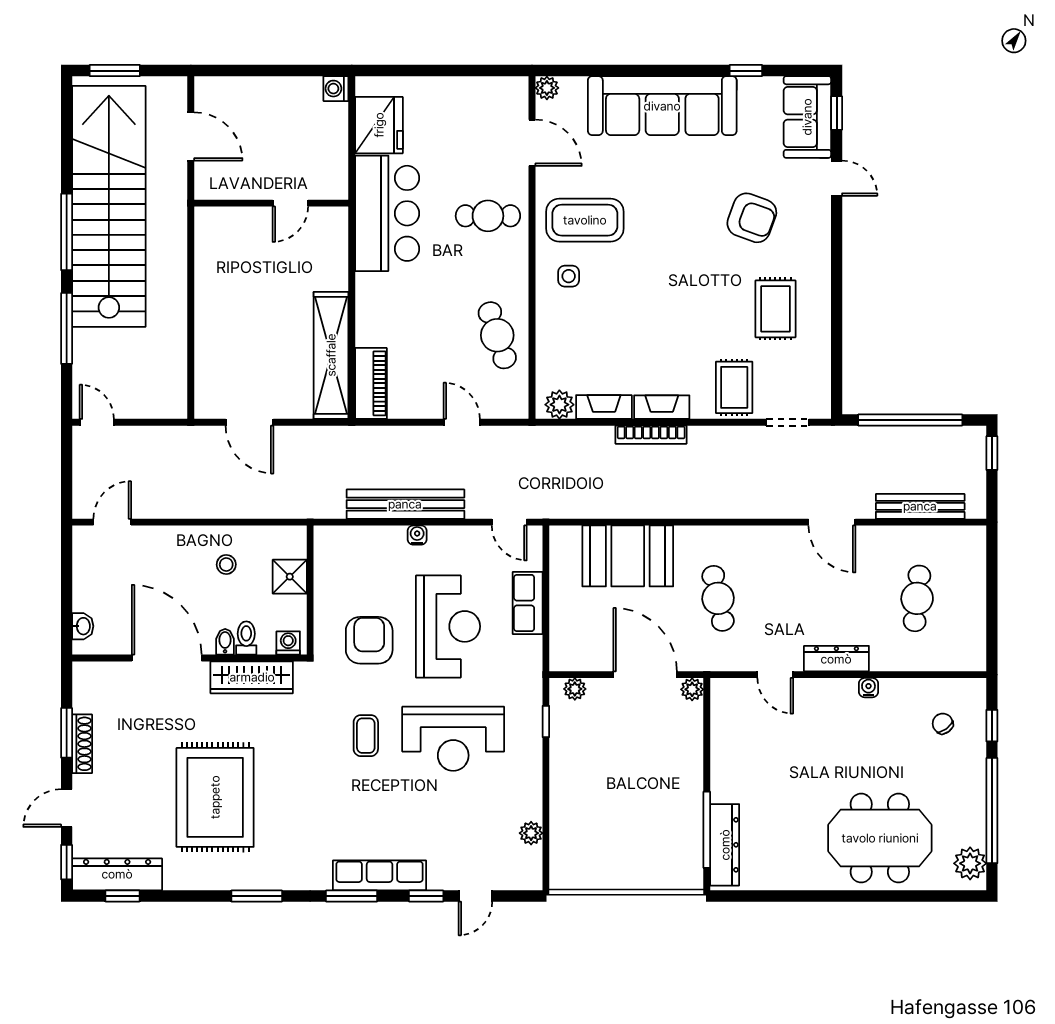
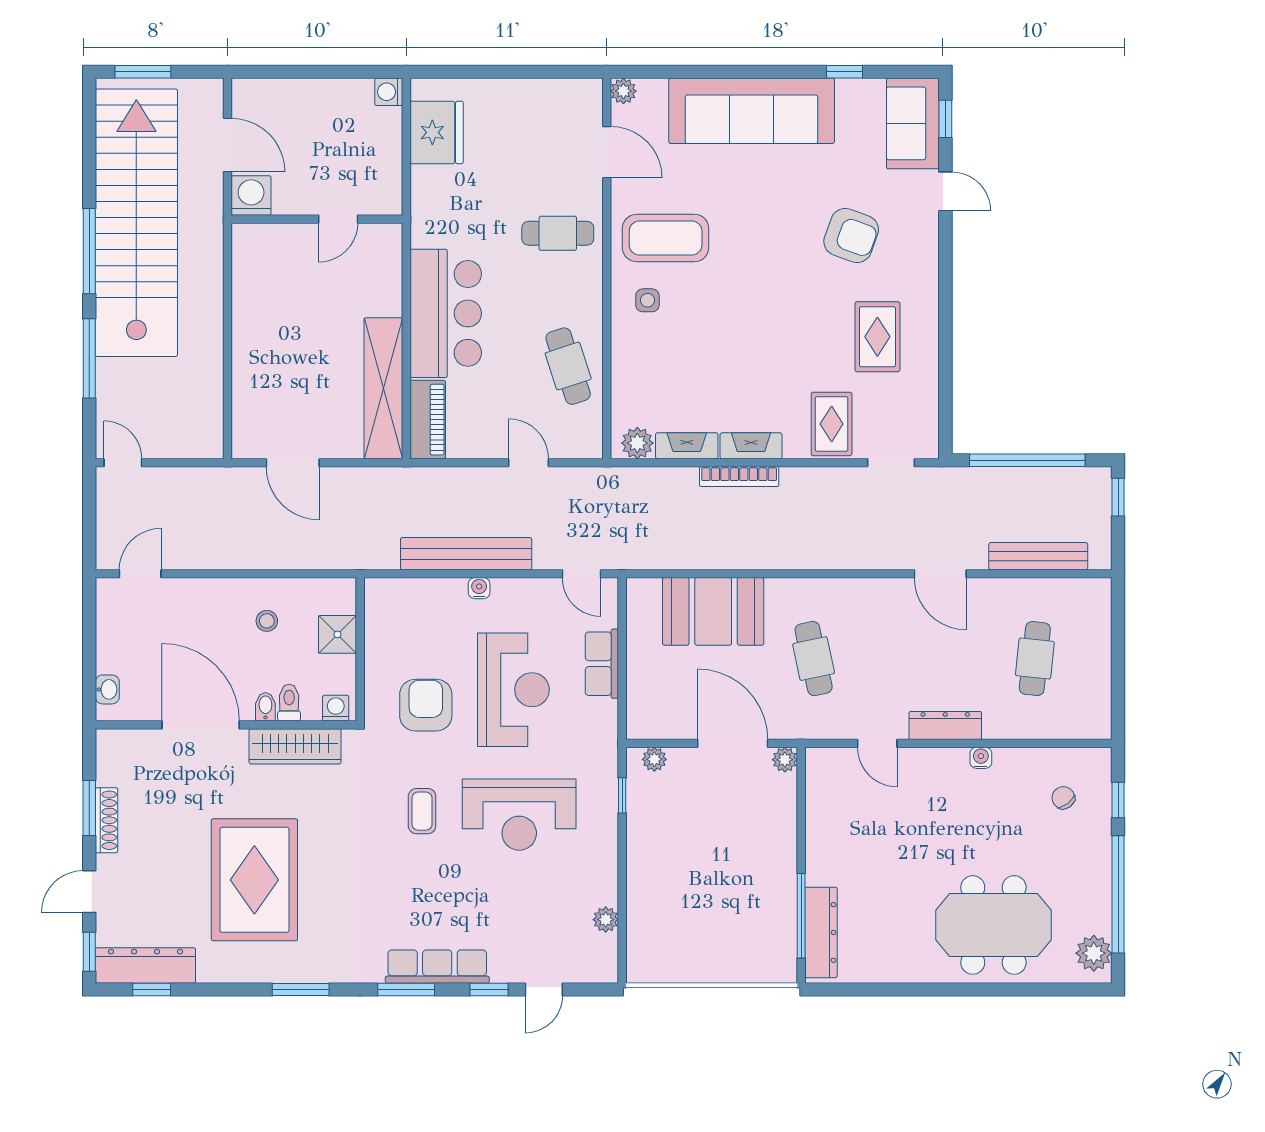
washing machine: (212, 182) -> (251, 196), added
bar counter: (387, 213) -> (446, 313), moved

